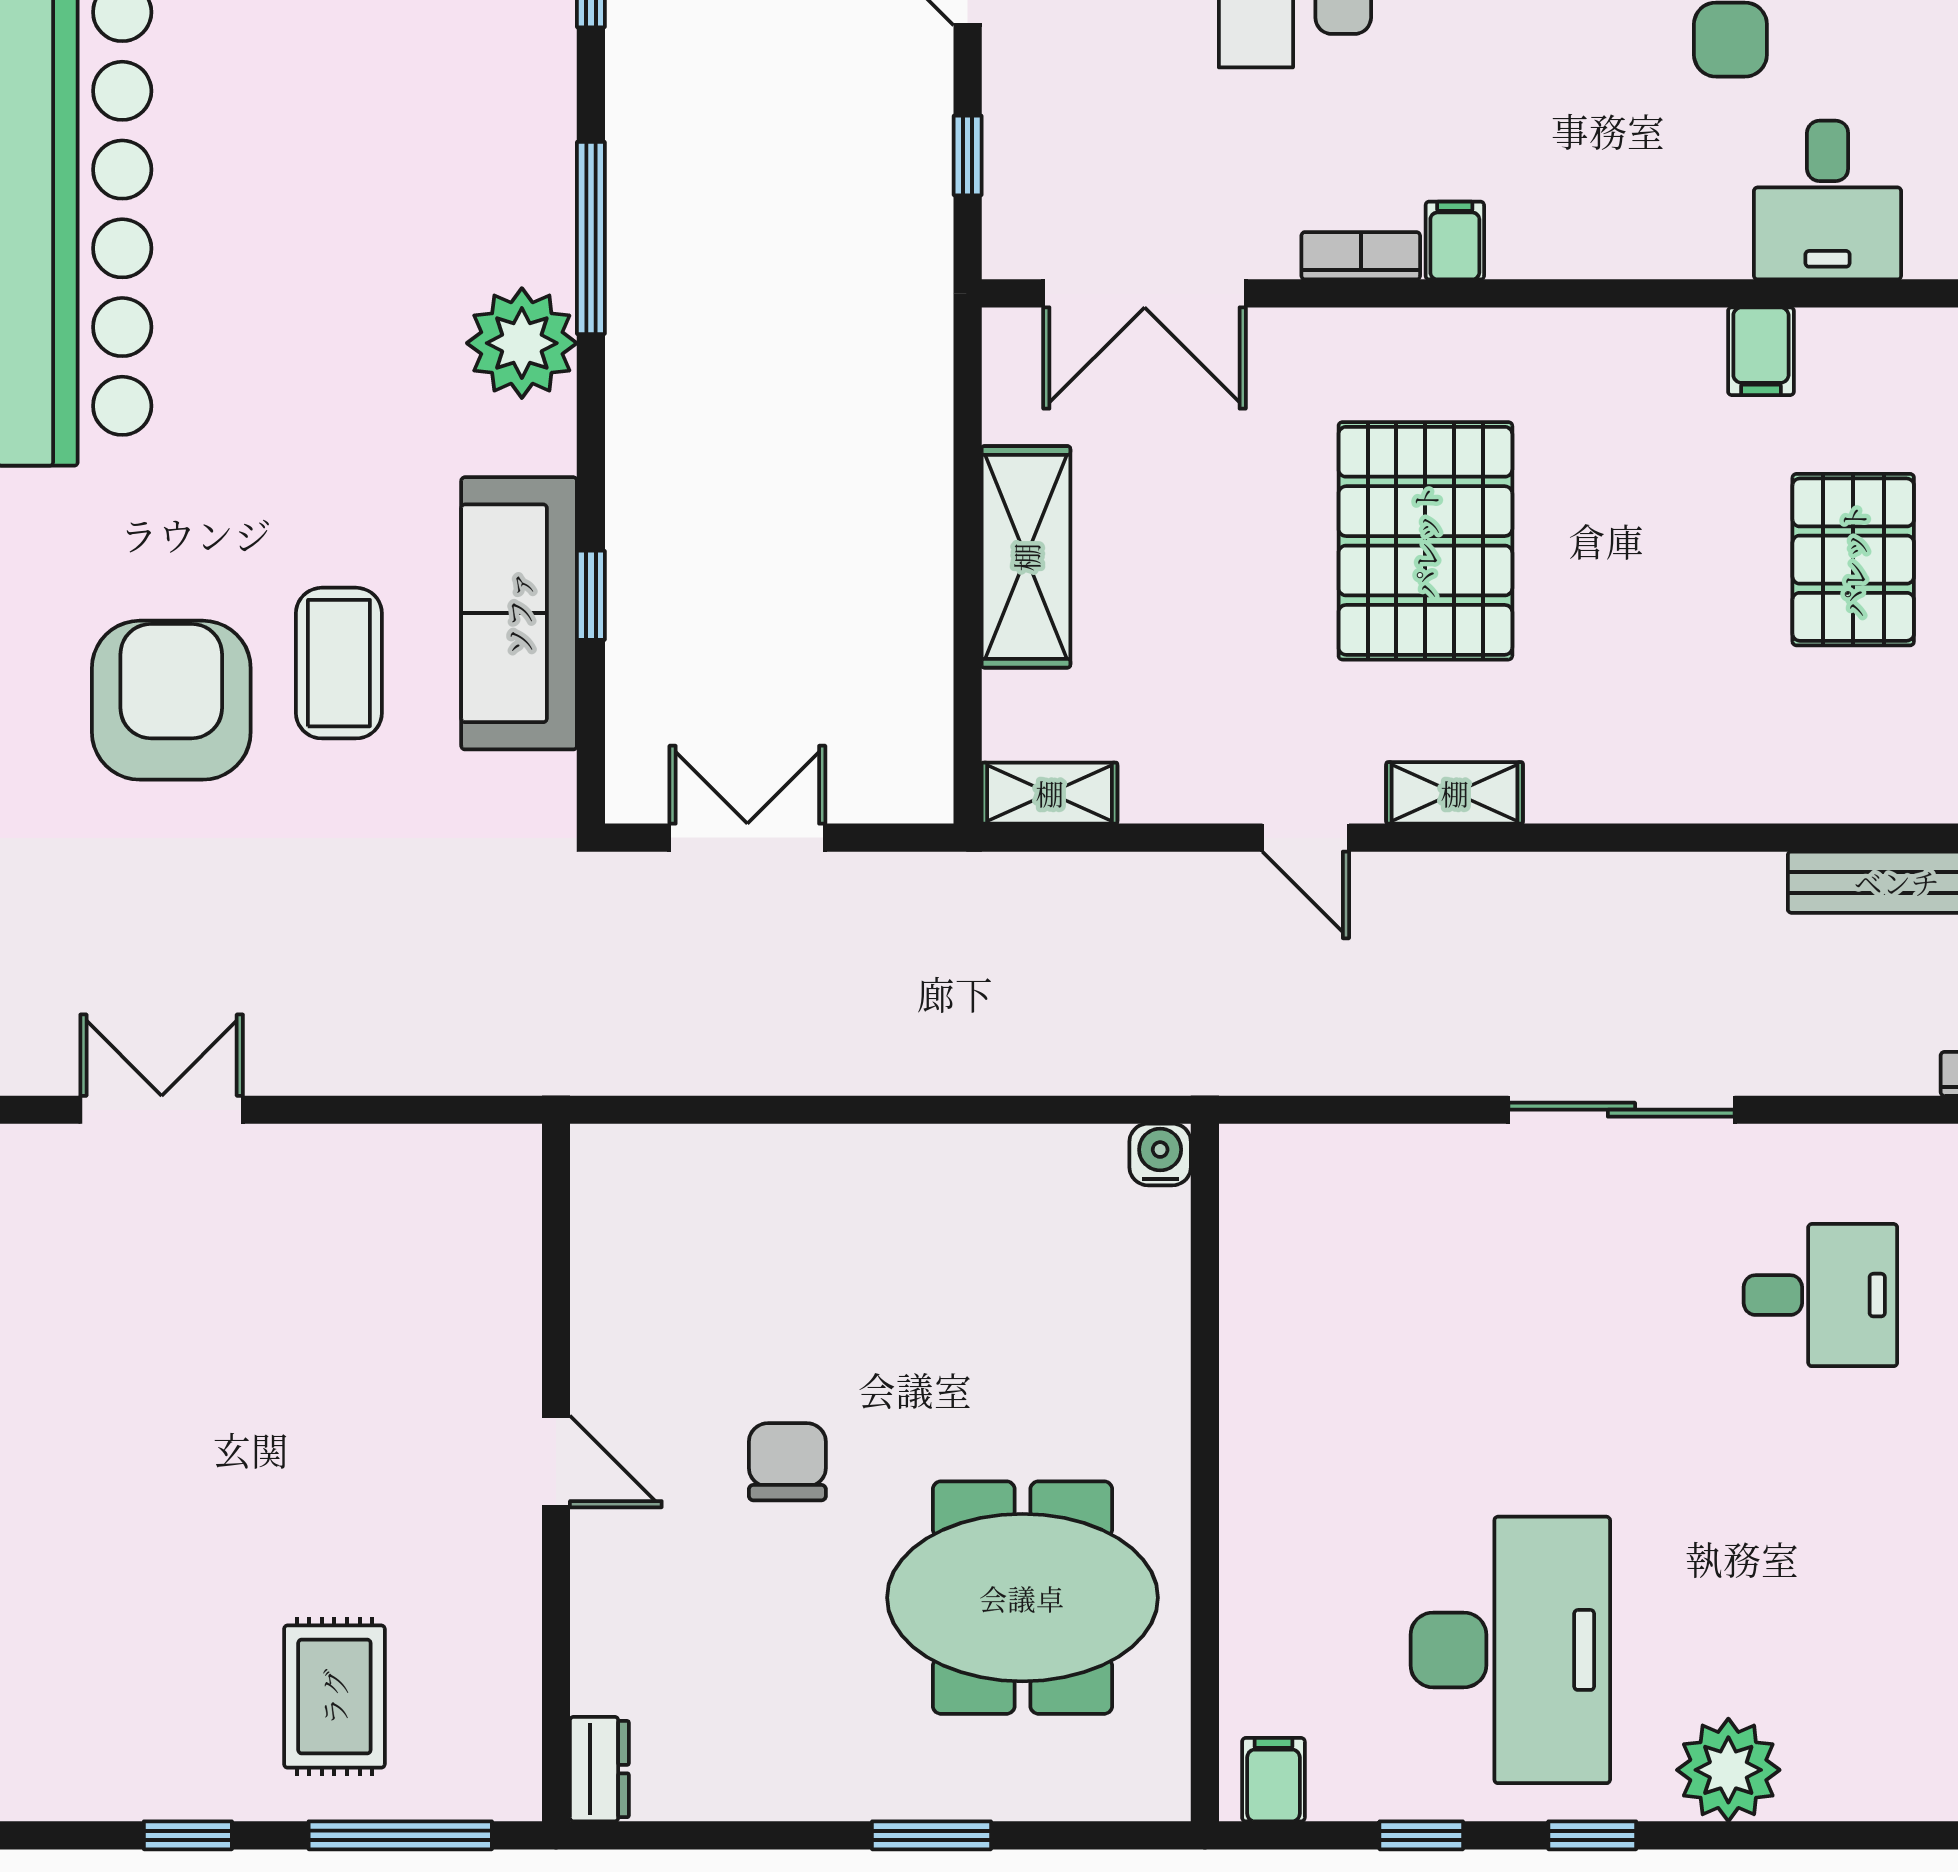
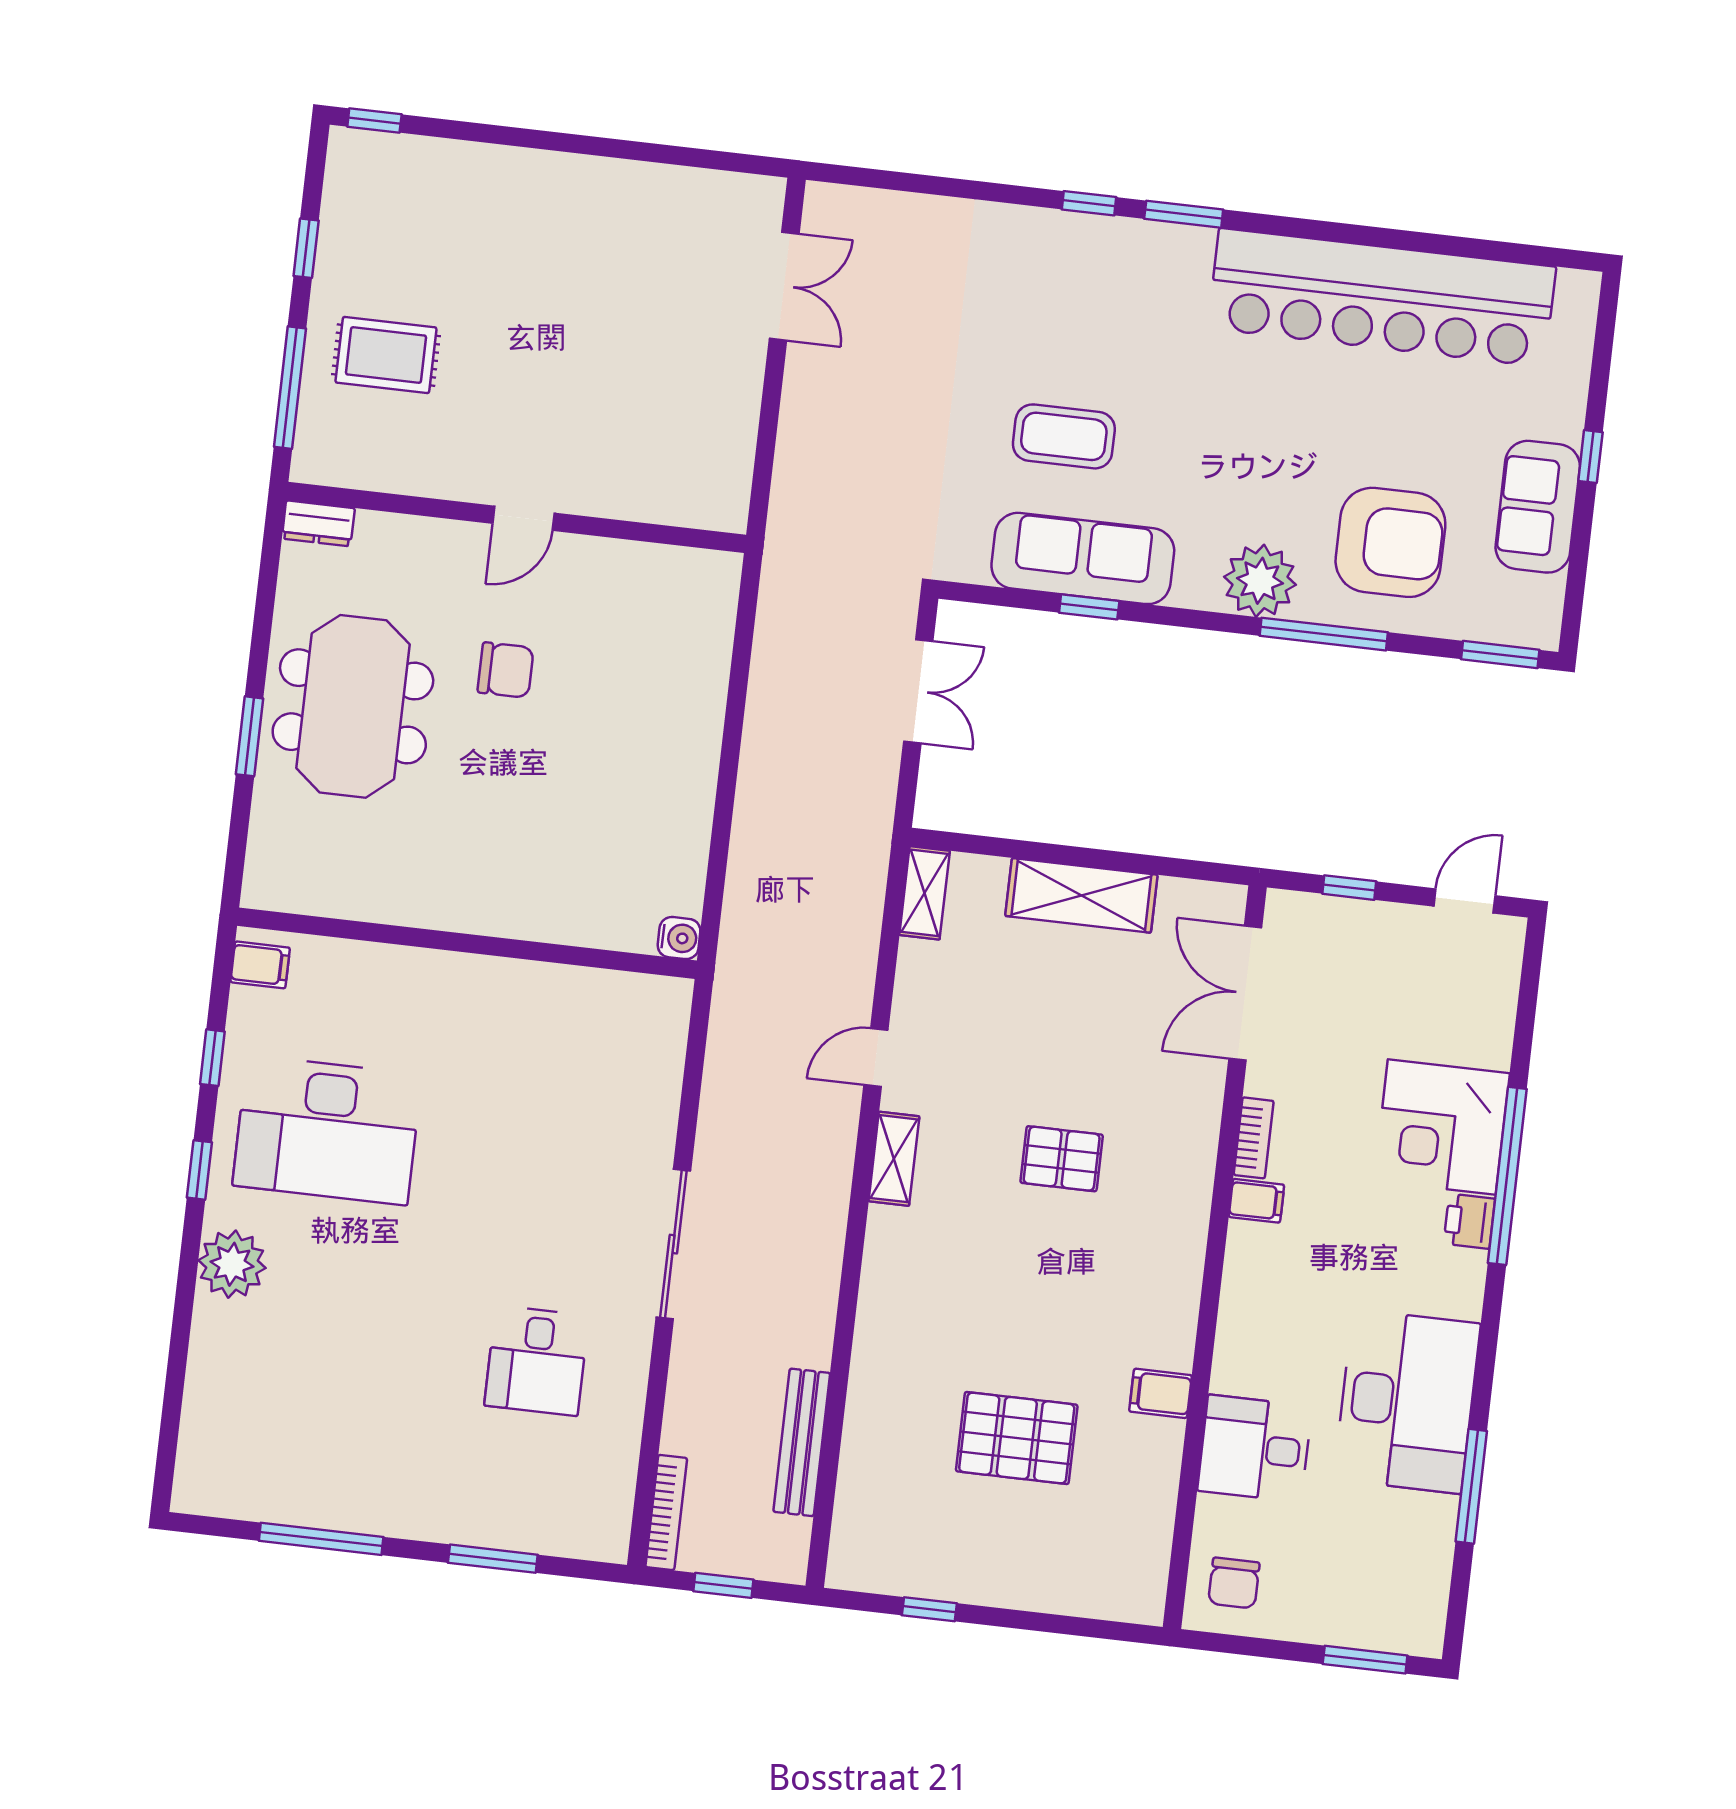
pallet: (1425, 541) -> (1062, 1159), width x0.49, depth x0.50
armchair: (171, 700) -> (1390, 542), moved
meeting table: (1022, 1598) -> (353, 706), moved

